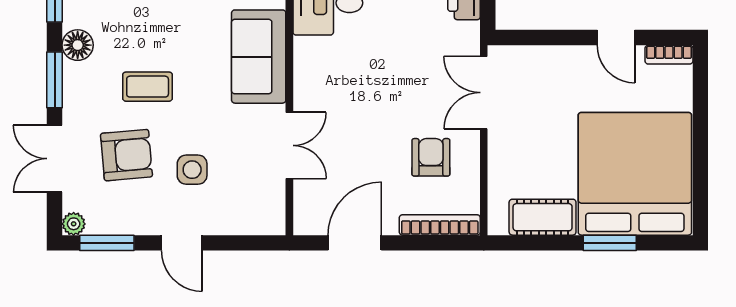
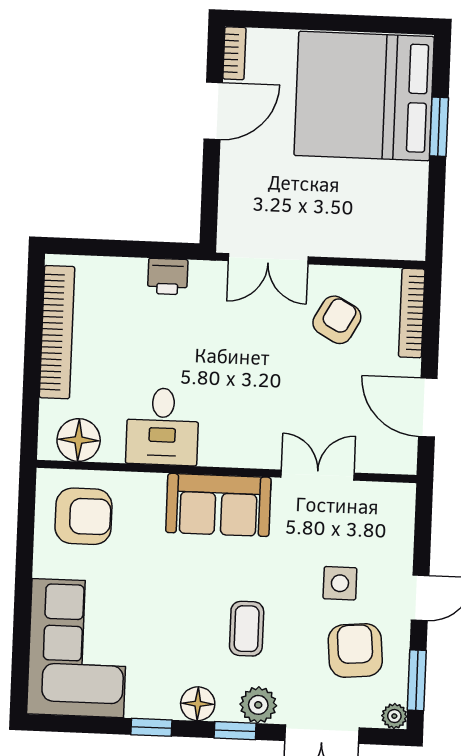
door: (616, 38) -> (213, 111), width x1.38
window: (55, 80) -> (235, 731), width x0.67
plant: (79, 100) -> (258, 705), added
armchair: (126, 155) -> (355, 650), moved
armchair: (431, 157) -> (337, 320), turned 119
cot: (543, 217) -> (408, 200), removed

